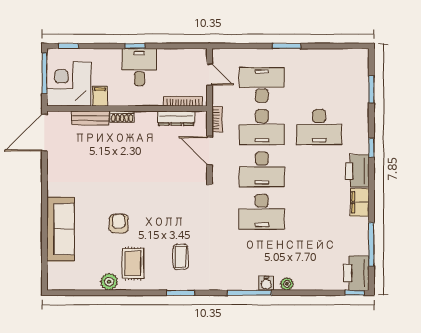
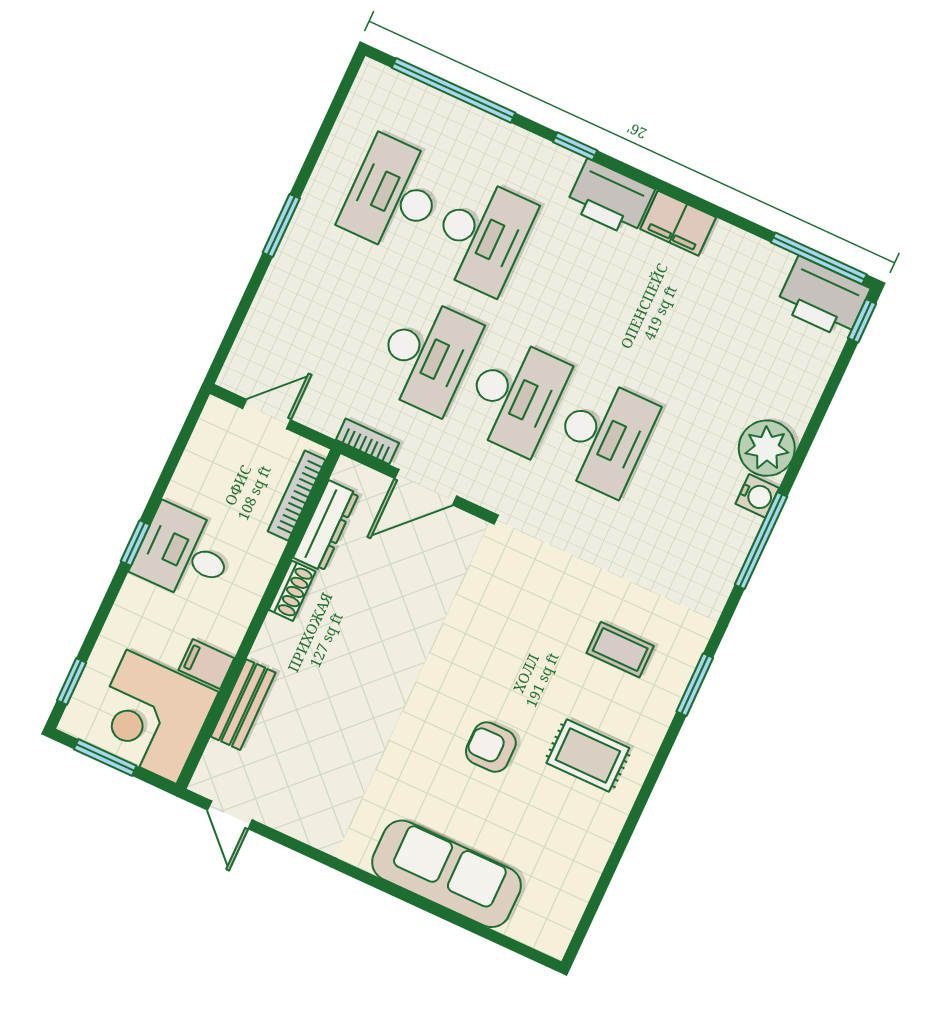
window: (44, 73) -> (105, 758), width x0.69
desk: (262, 85) -> (393, 195), moved
window: (371, 89) -> (454, 90), width x2.11
shoe rack: (122, 117) -> (292, 591), moved
door: (44, 133) -> (230, 815), width x0.53
window: (371, 244) -> (819, 258), moved
plant: (109, 282) -> (603, 823), removed
plant: (287, 284) -> (767, 448), width x1.87, depth x1.87

